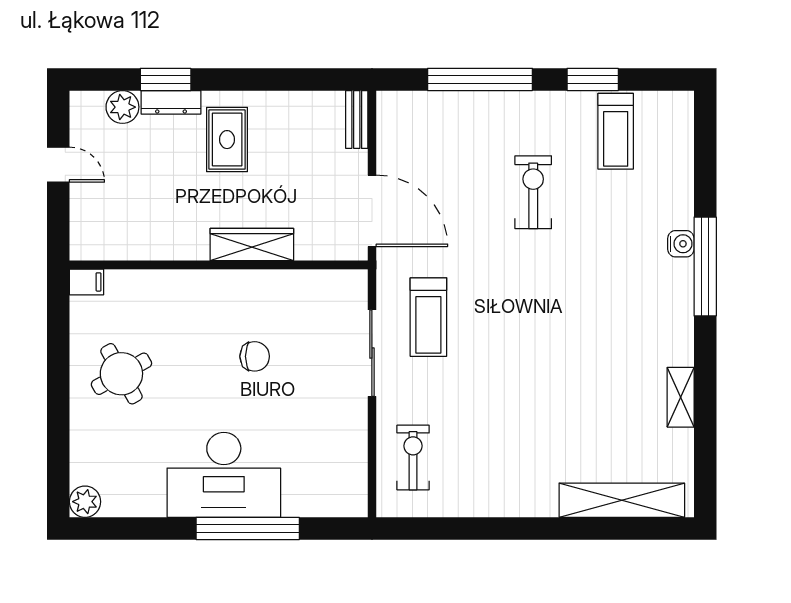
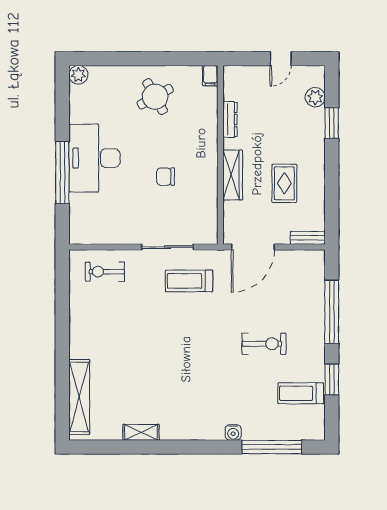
dresser: (171, 102) -> (230, 120), moved, turned 180
rug: (227, 140) -> (284, 183), moved, turned 90
window: (705, 266) -> (272, 447), moved
chair: (255, 356) -> (166, 177), turned 90
exercise bike: (413, 458) -> (105, 272), turned 180

